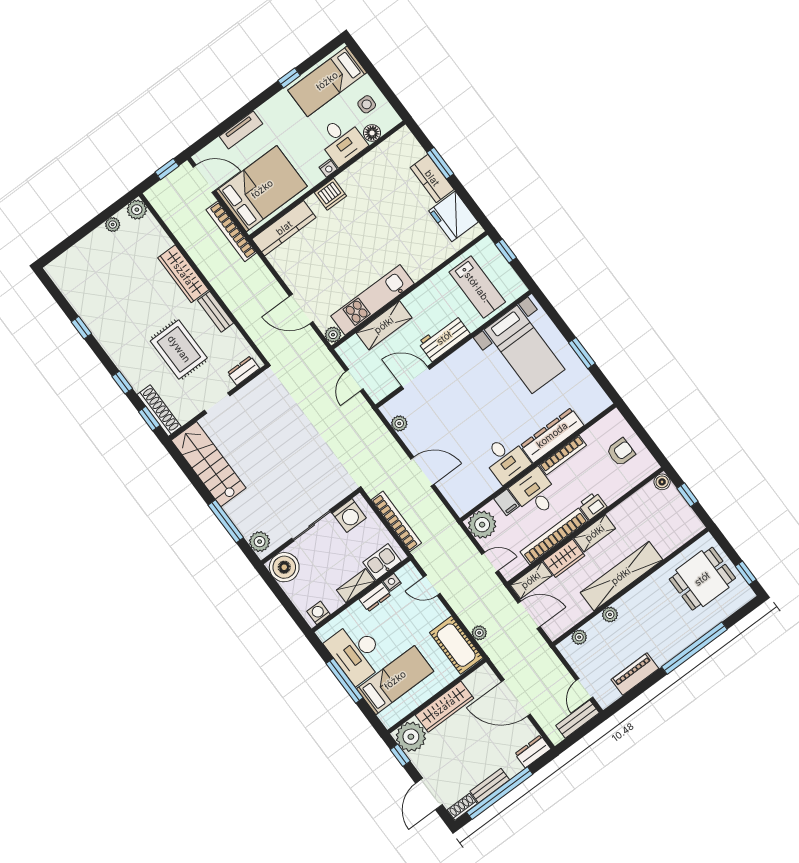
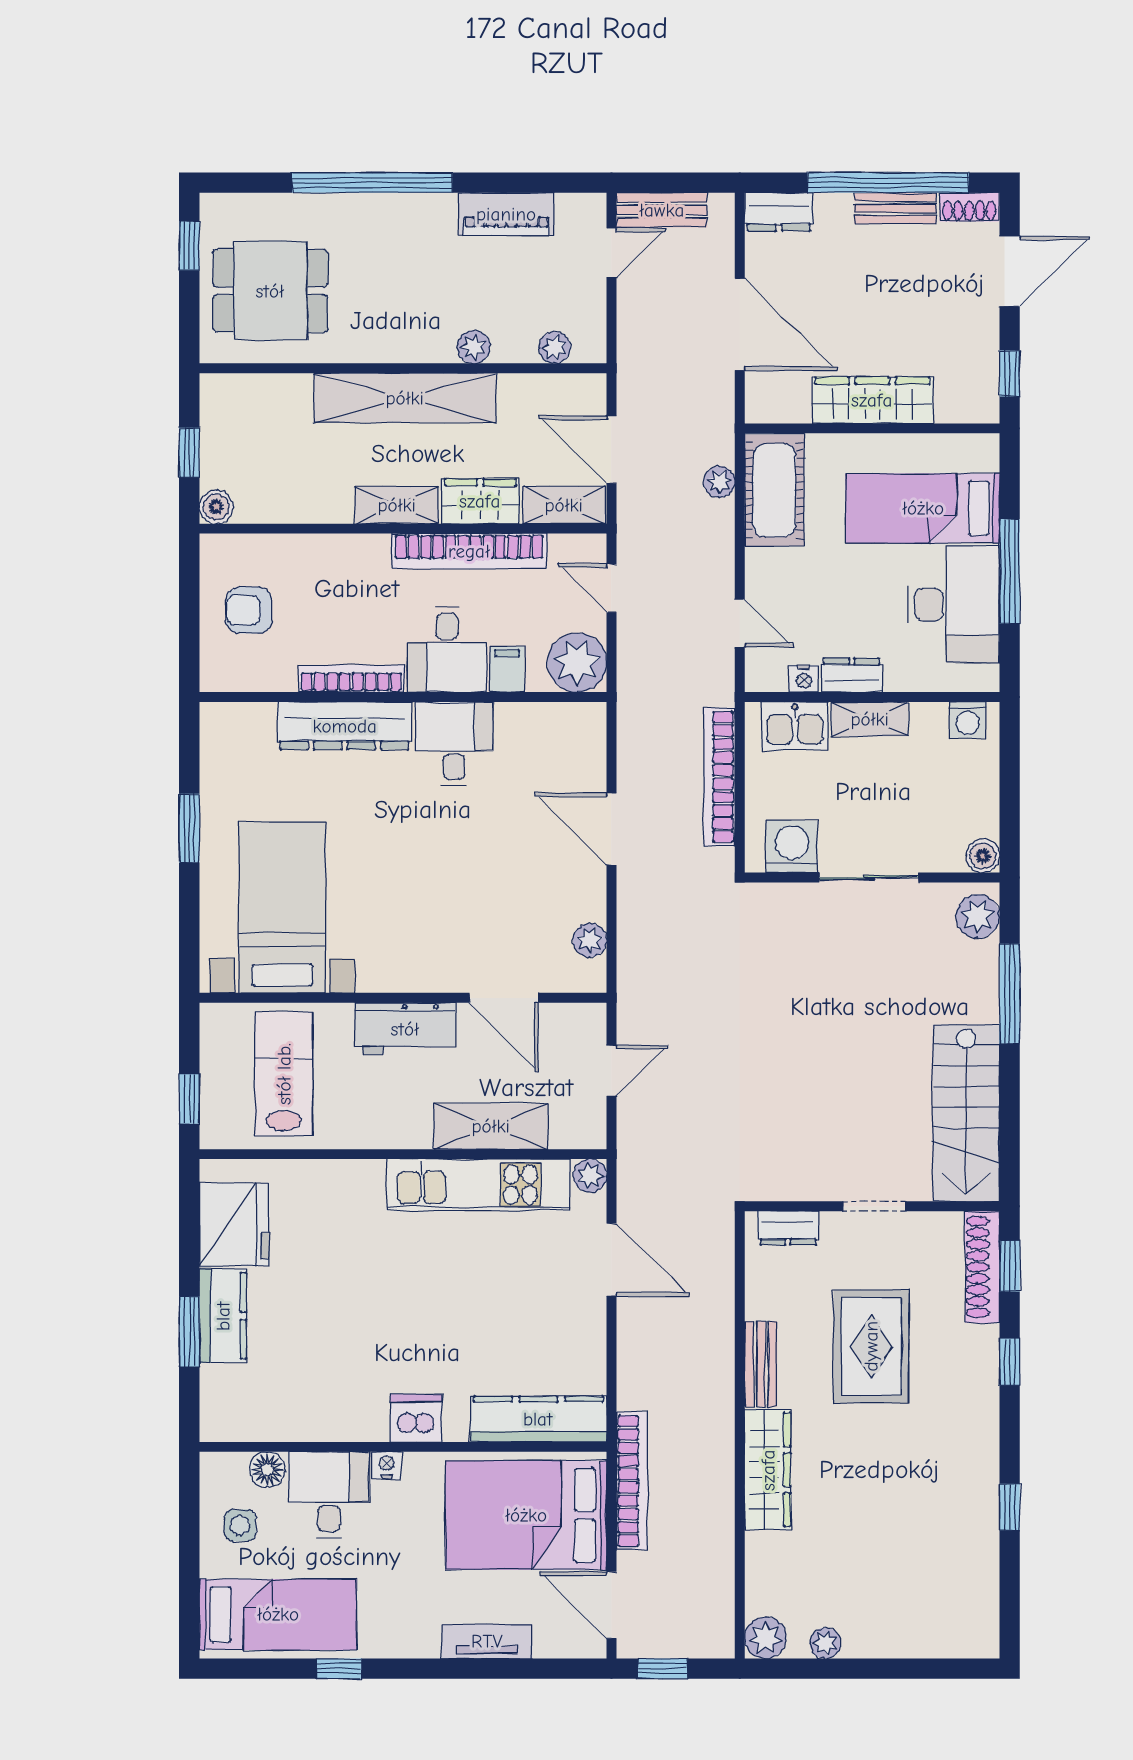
printer: (592, 506) -> (365, 555), removed
boiler: (284, 567) -> (983, 856), width x0.54, depth x0.54
plant: (411, 737) -> (968, 392), removed

